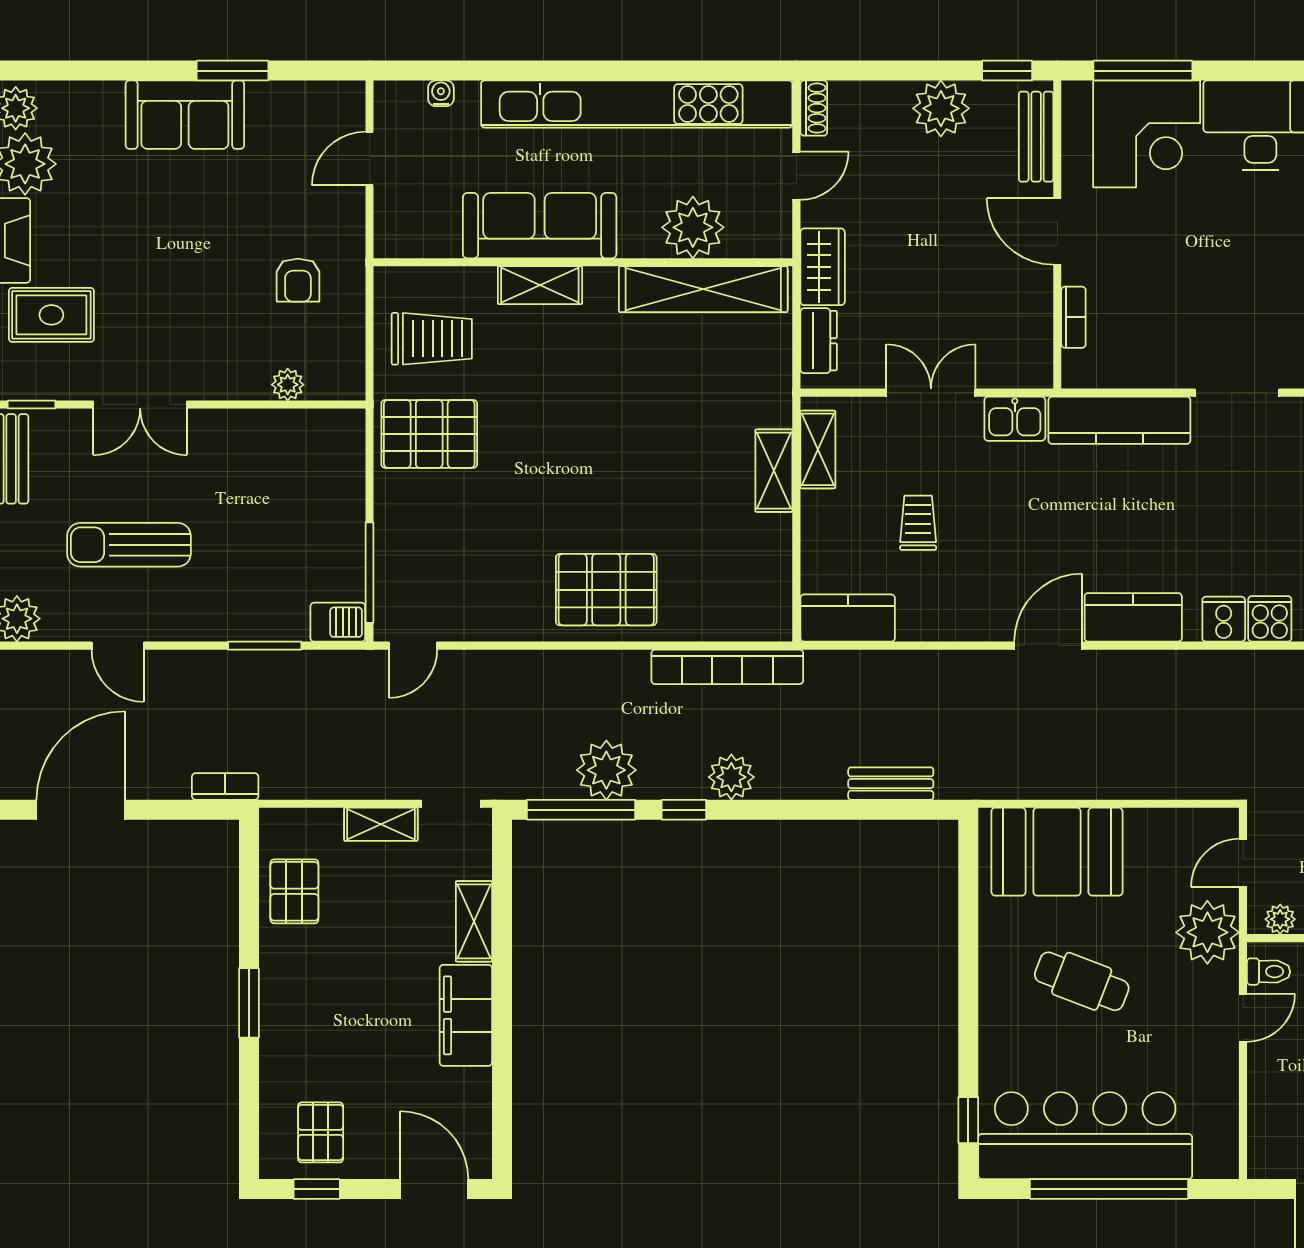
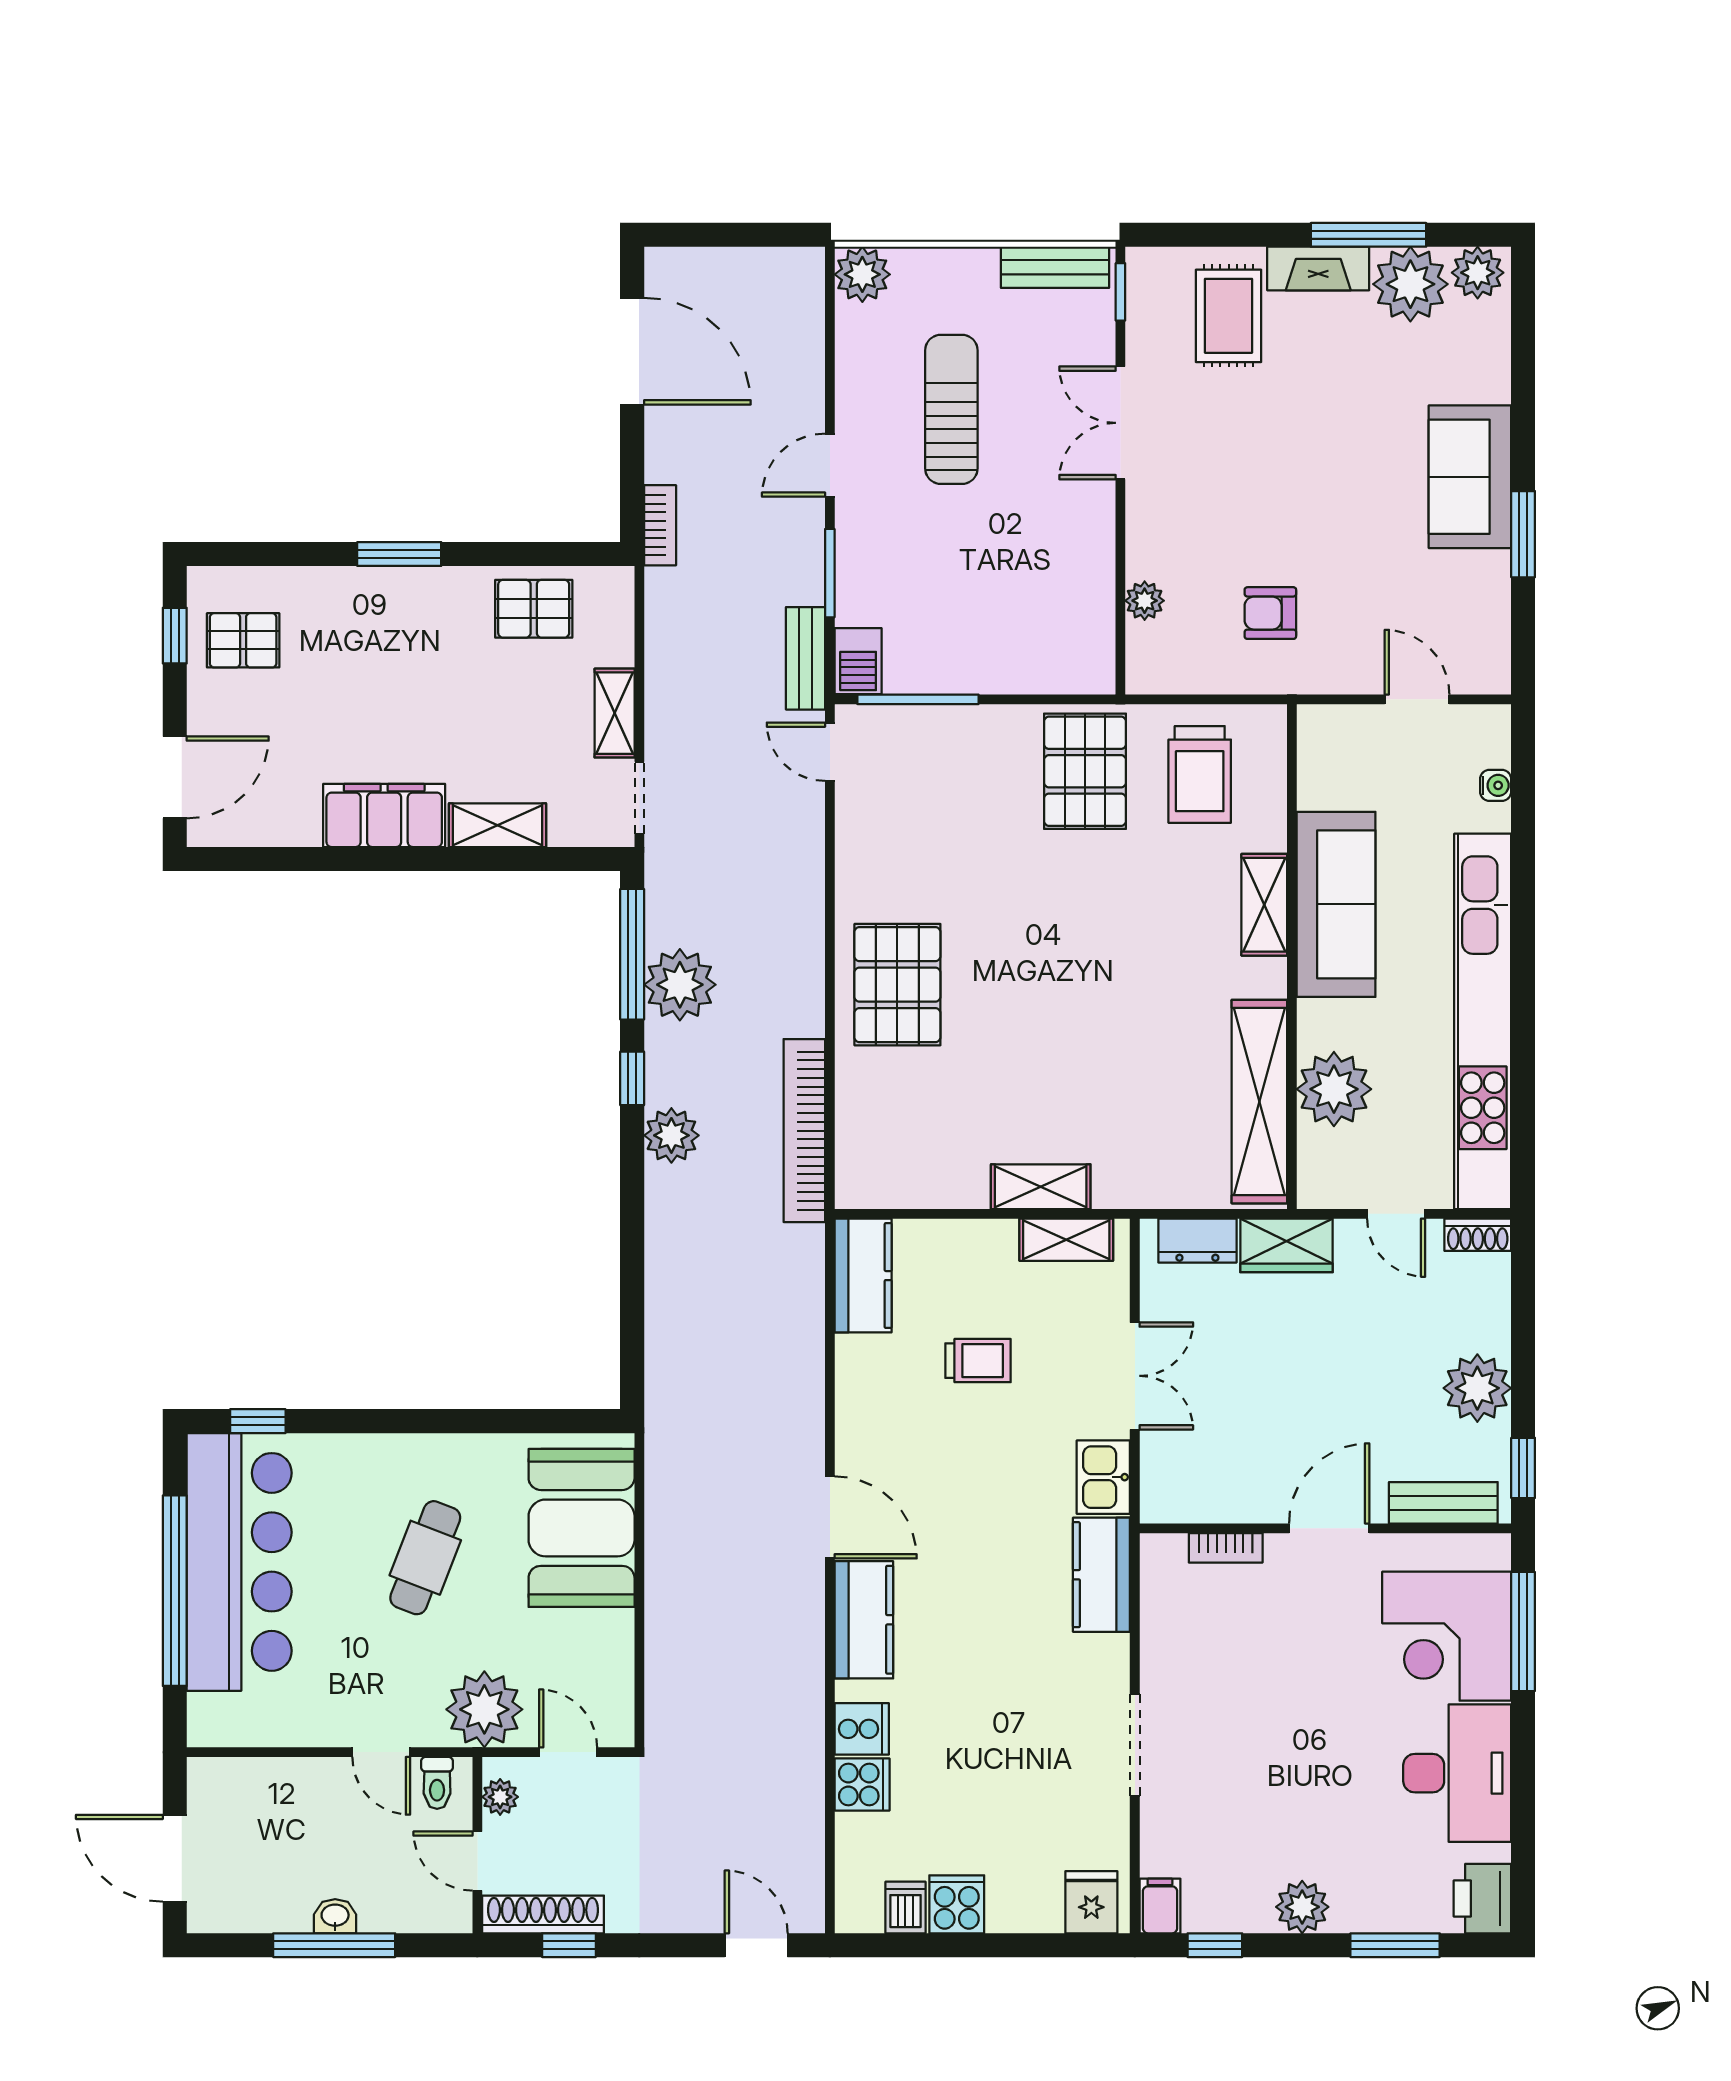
kitchen counter: (1119, 420) -> (1101, 1575), width x0.67
door: (118, 646) -> (830, 465), moved
bench: (891, 784) -> (806, 658), moved

